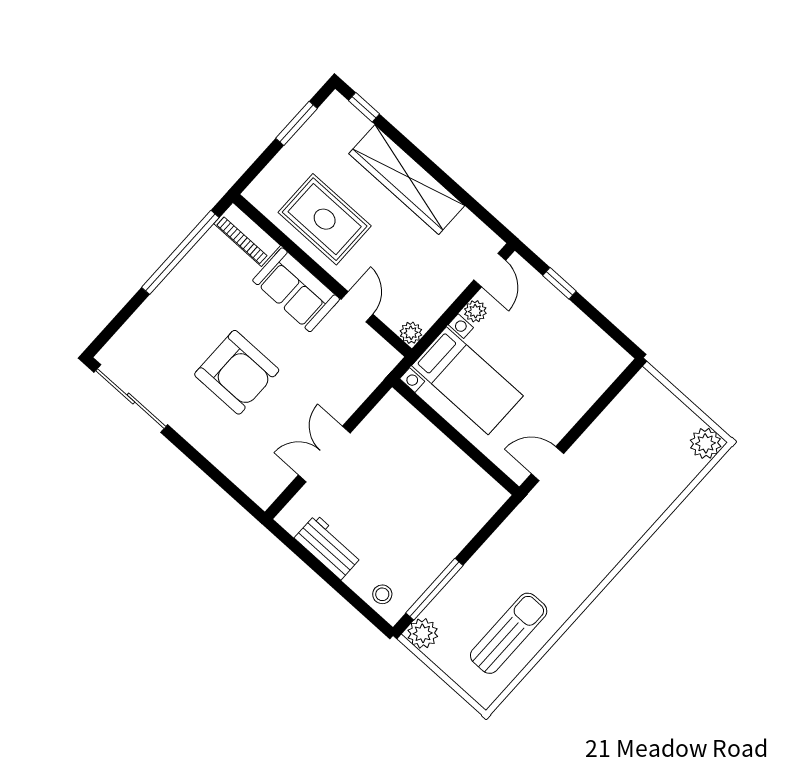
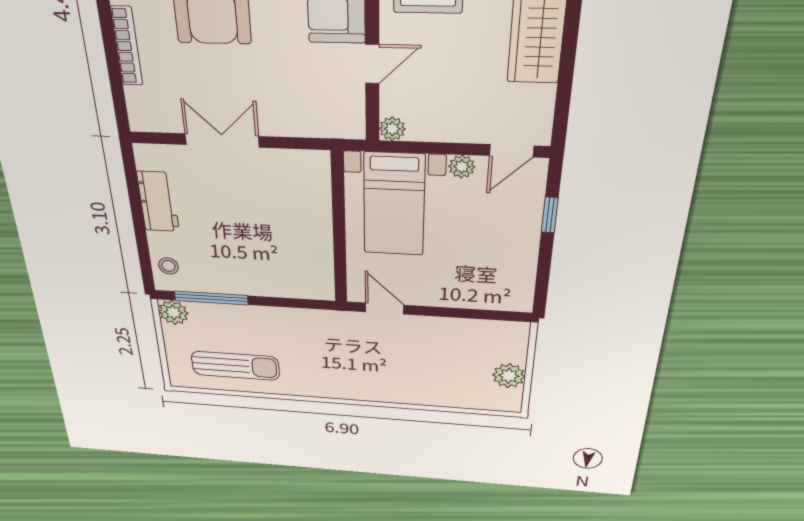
plant: (706, 443) -> (509, 376), moved
bookcase: (212, 452) -> (127, 46), added

